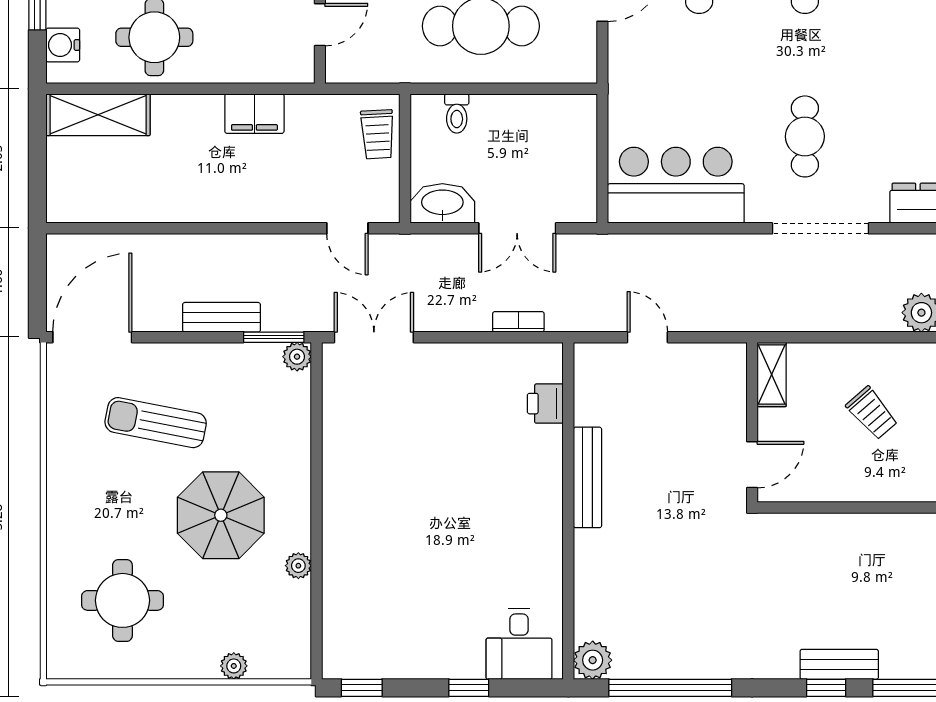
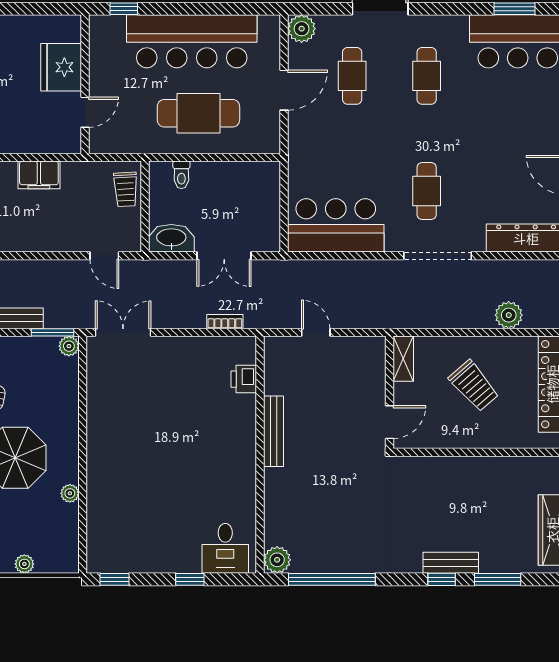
trolley: (872, 413) -> (474, 386), width x1.36, depth x1.39

